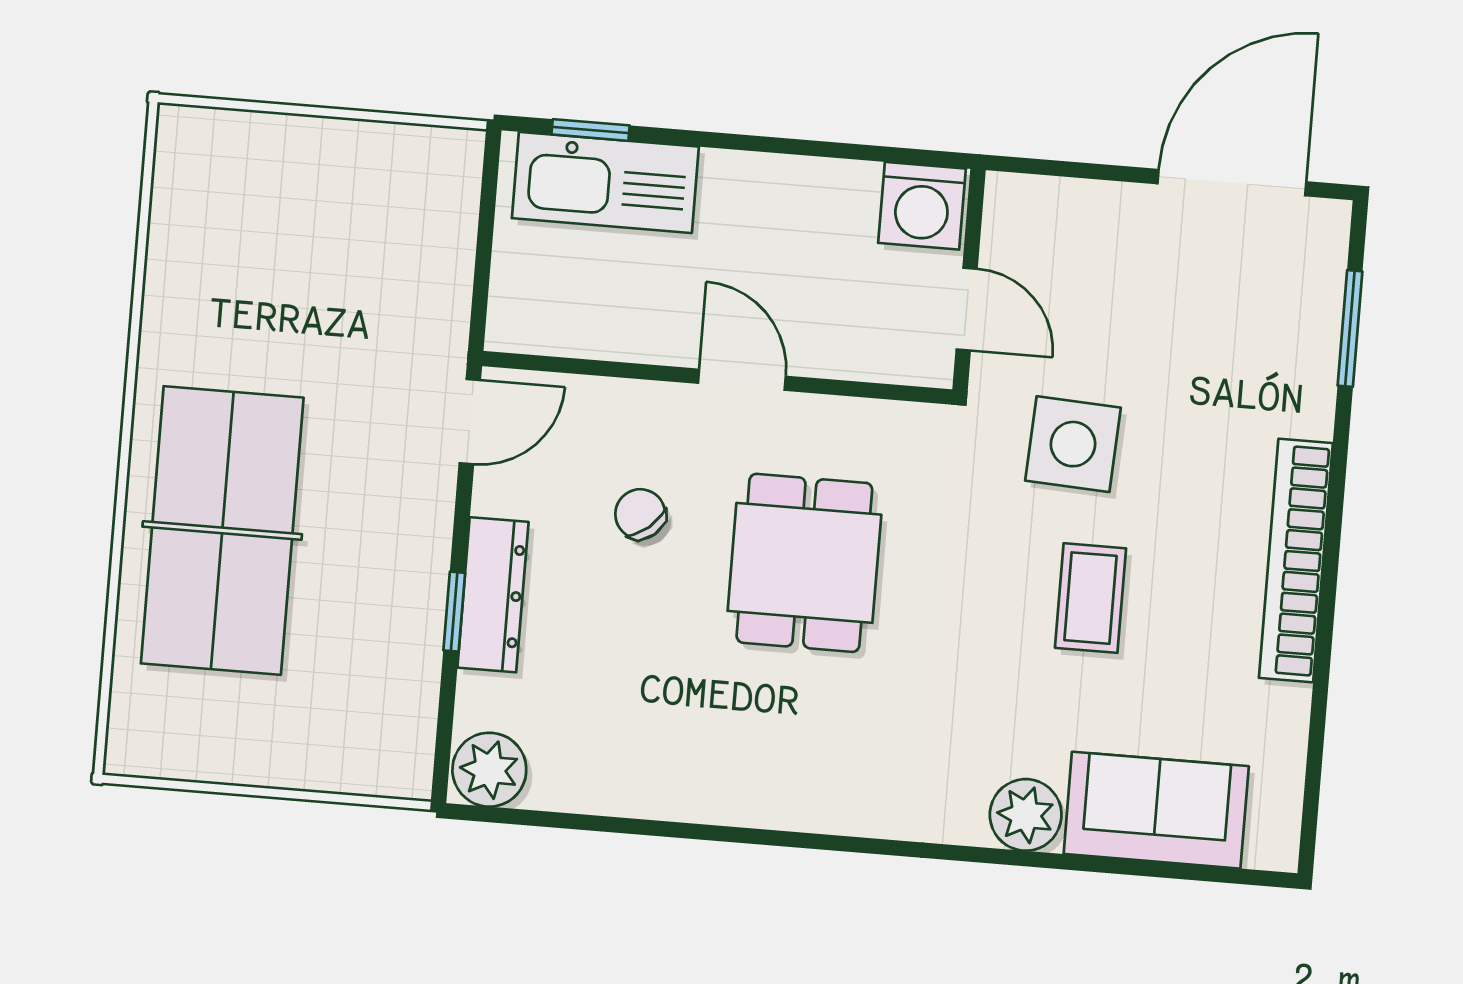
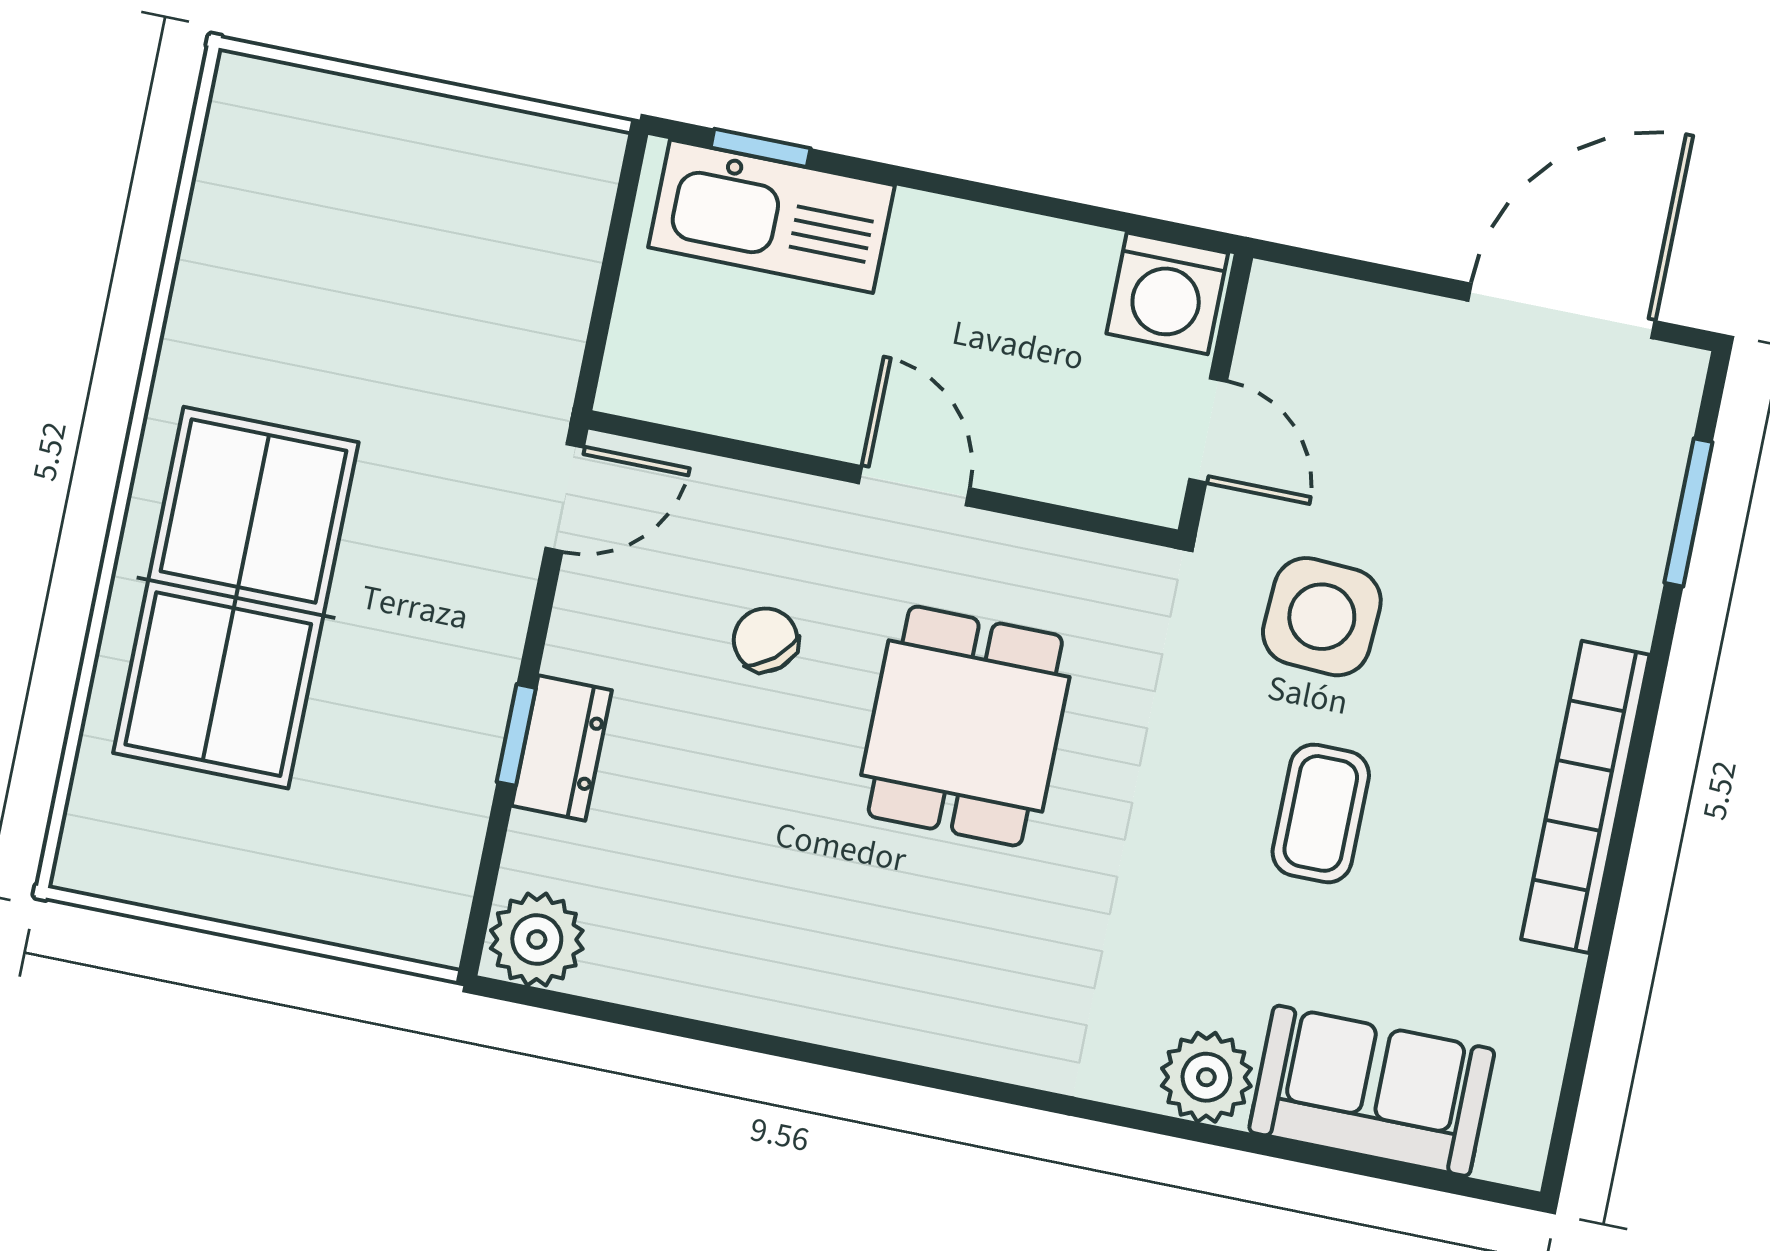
dresser: (493, 595) -> (562, 748), width x0.70

